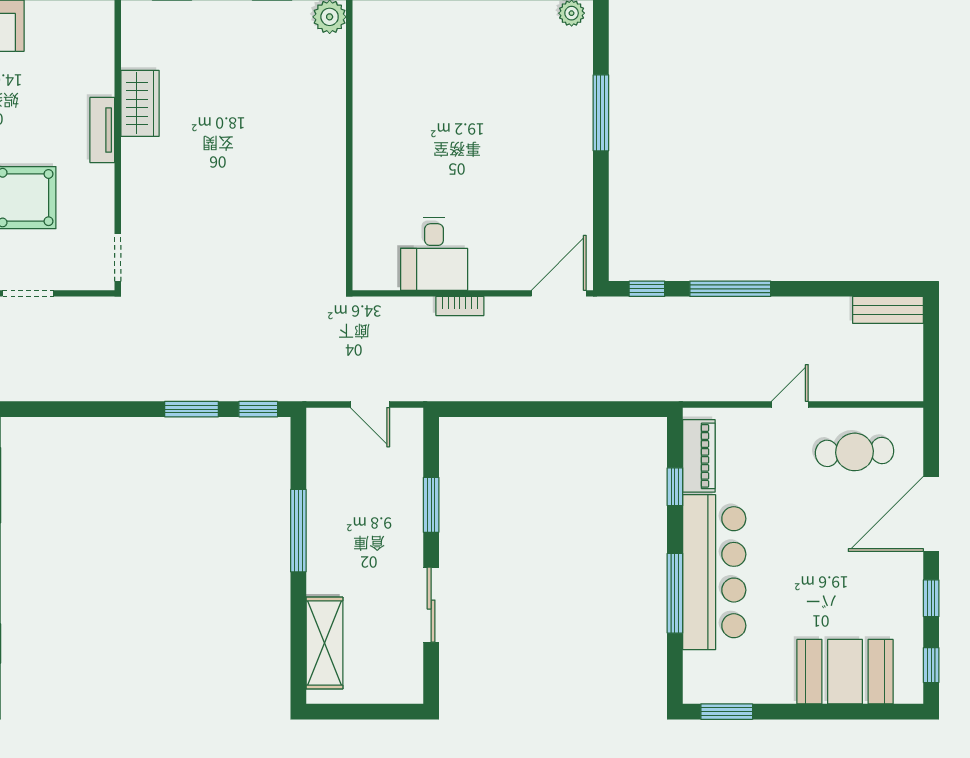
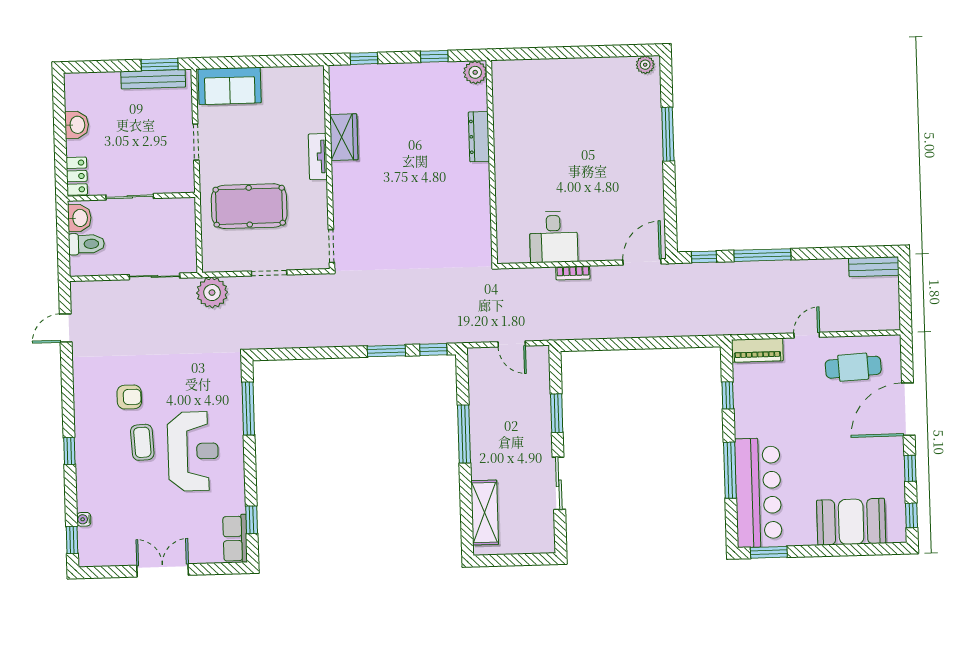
dresser: (332, 108) -> (479, 137), added
piano: (699, 456) -> (757, 350), moved, turned 90
bar counter: (714, 572) -> (758, 493), moved

